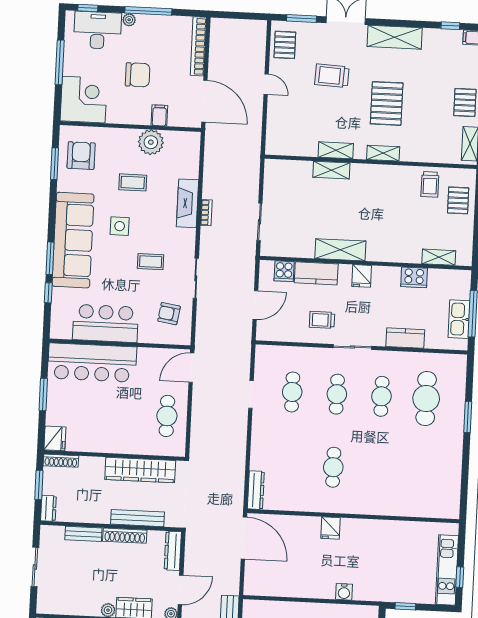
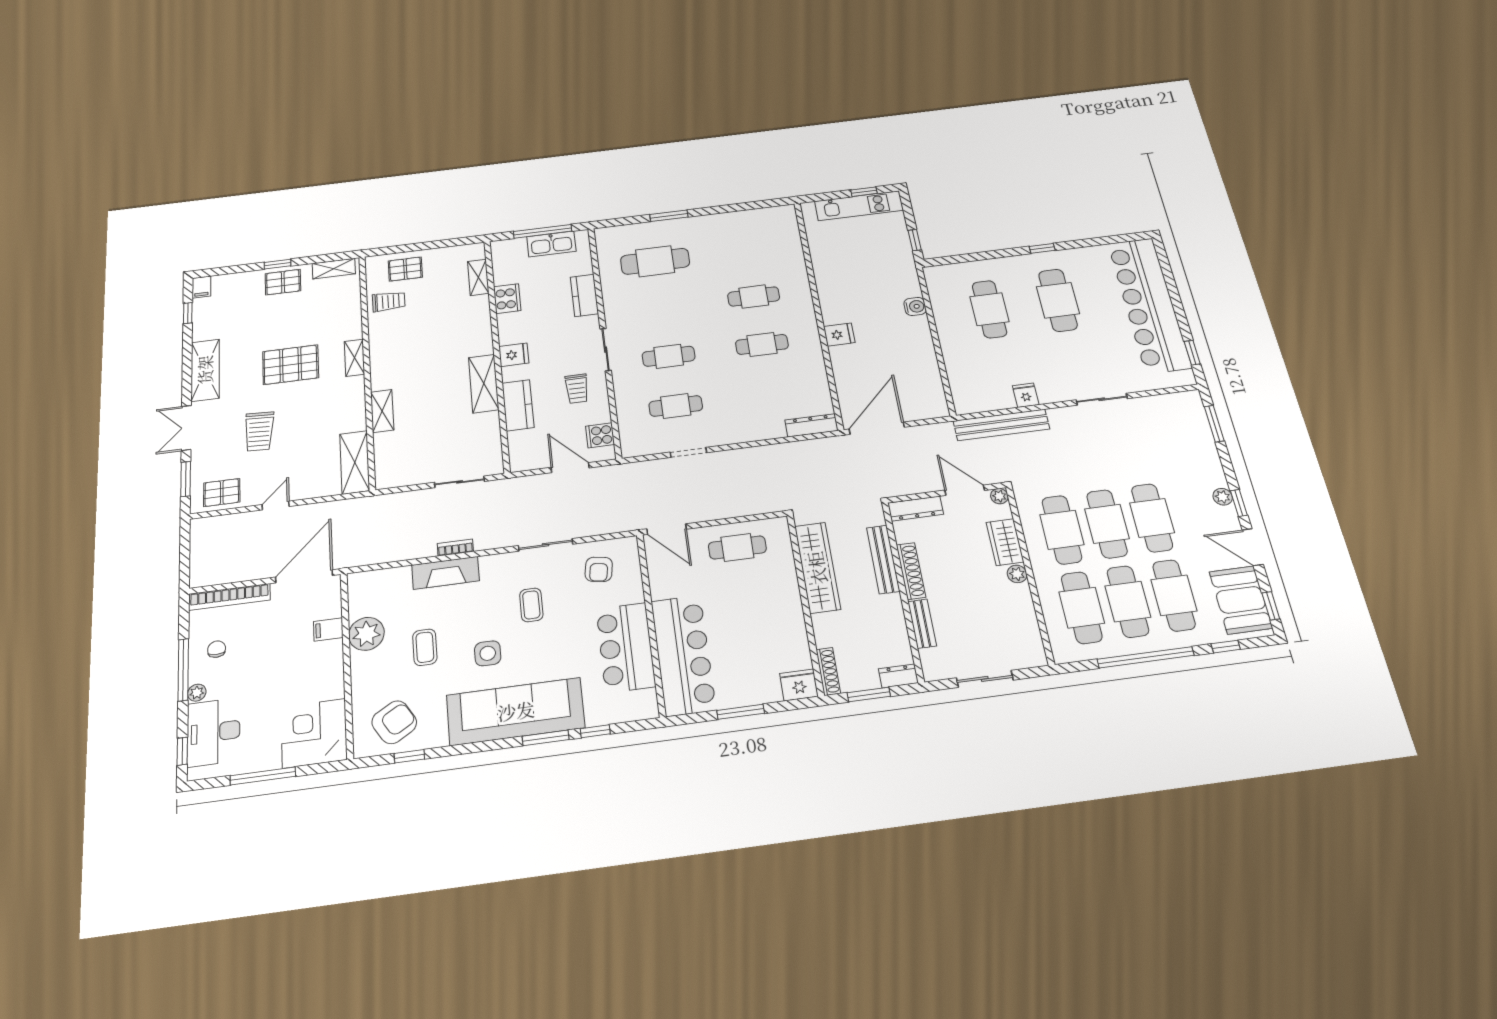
chair: (138, 75) -> (217, 649), moved, width x0.54, depth x0.54
shelving: (336, 150) -> (355, 462), moved, width x1.50, depth x1.33
armchair: (81, 156) -> (394, 722), turned 149
window: (55, 164) -> (409, 756), width x0.67
cooker: (284, 271) -> (600, 435), moved, turned 180
cafe table: (381, 396) -> (754, 297), moved

